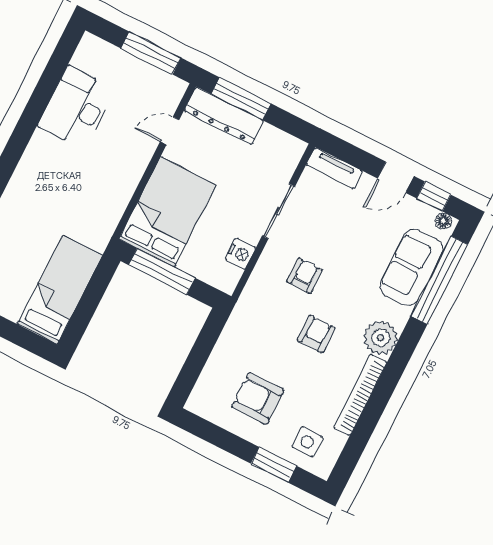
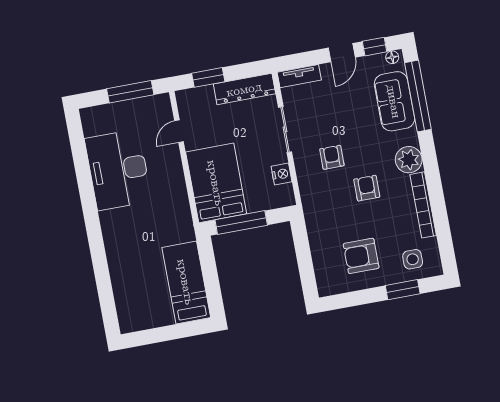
window: (241, 99) -> (208, 77), width x0.69
desk: (77, 108) -> (118, 170), width x1.36, depth x1.30
dresser: (224, 116) -> (244, 89), moved

